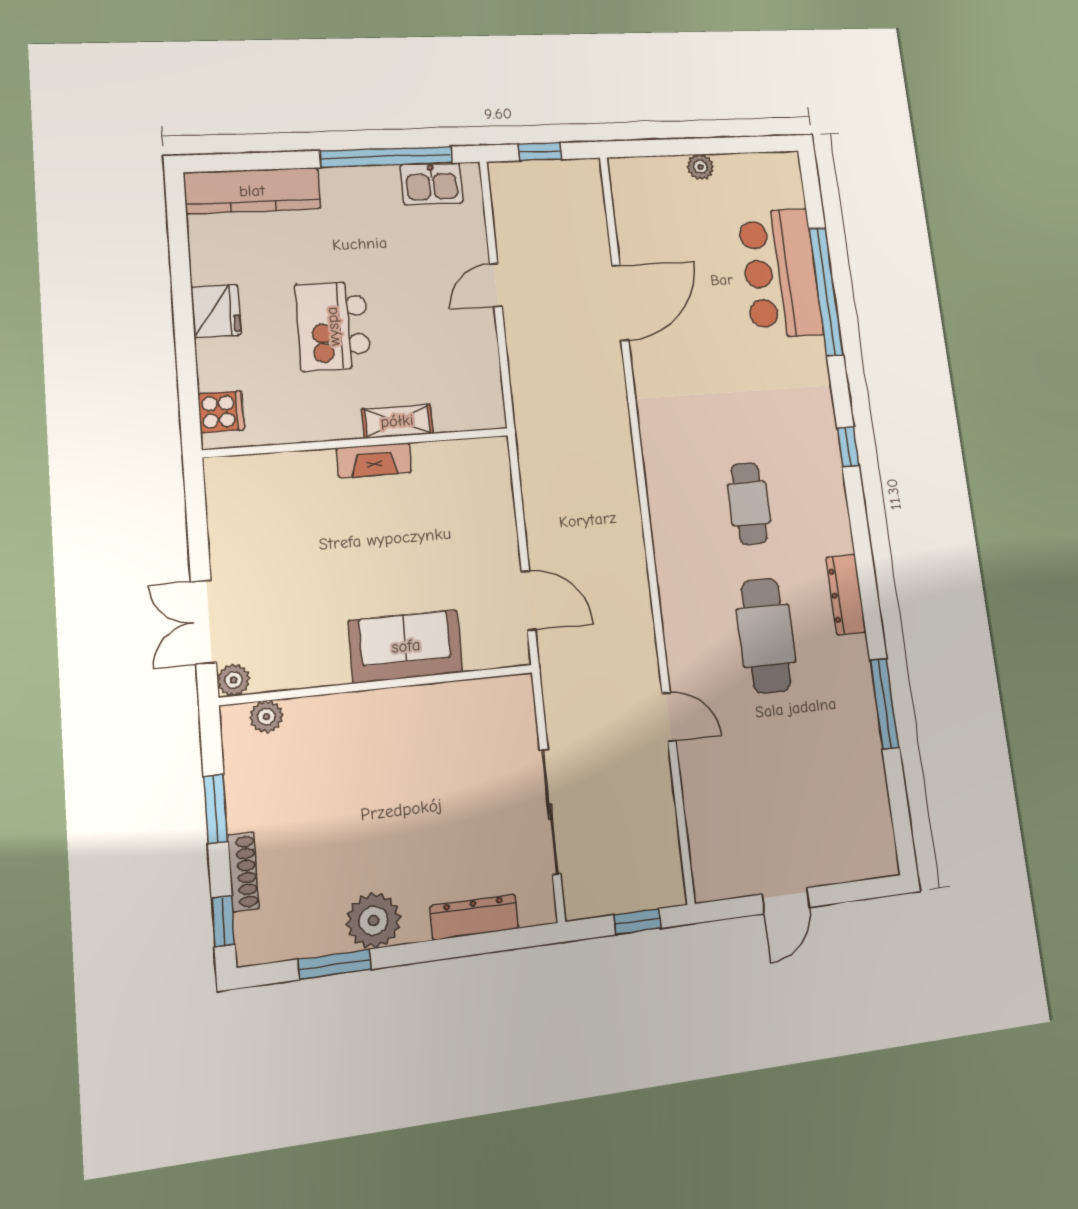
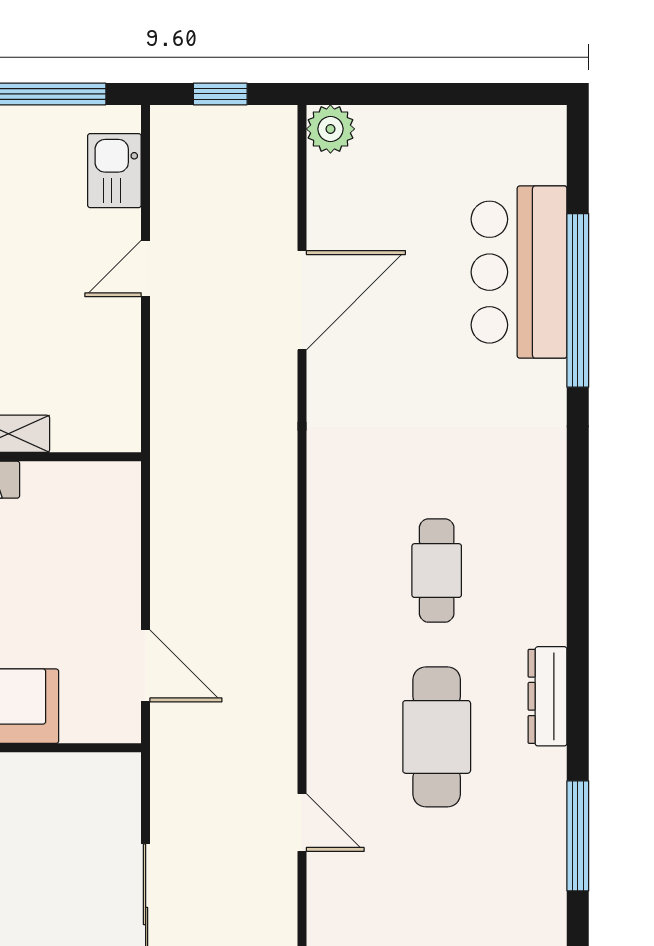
plant: (700, 167) -> (330, 129), moved, width x1.38, depth x1.38
kitchen sink: (432, 184) -> (114, 171), moved, turned 90
window: (848, 447) -> (578, 508), removed

